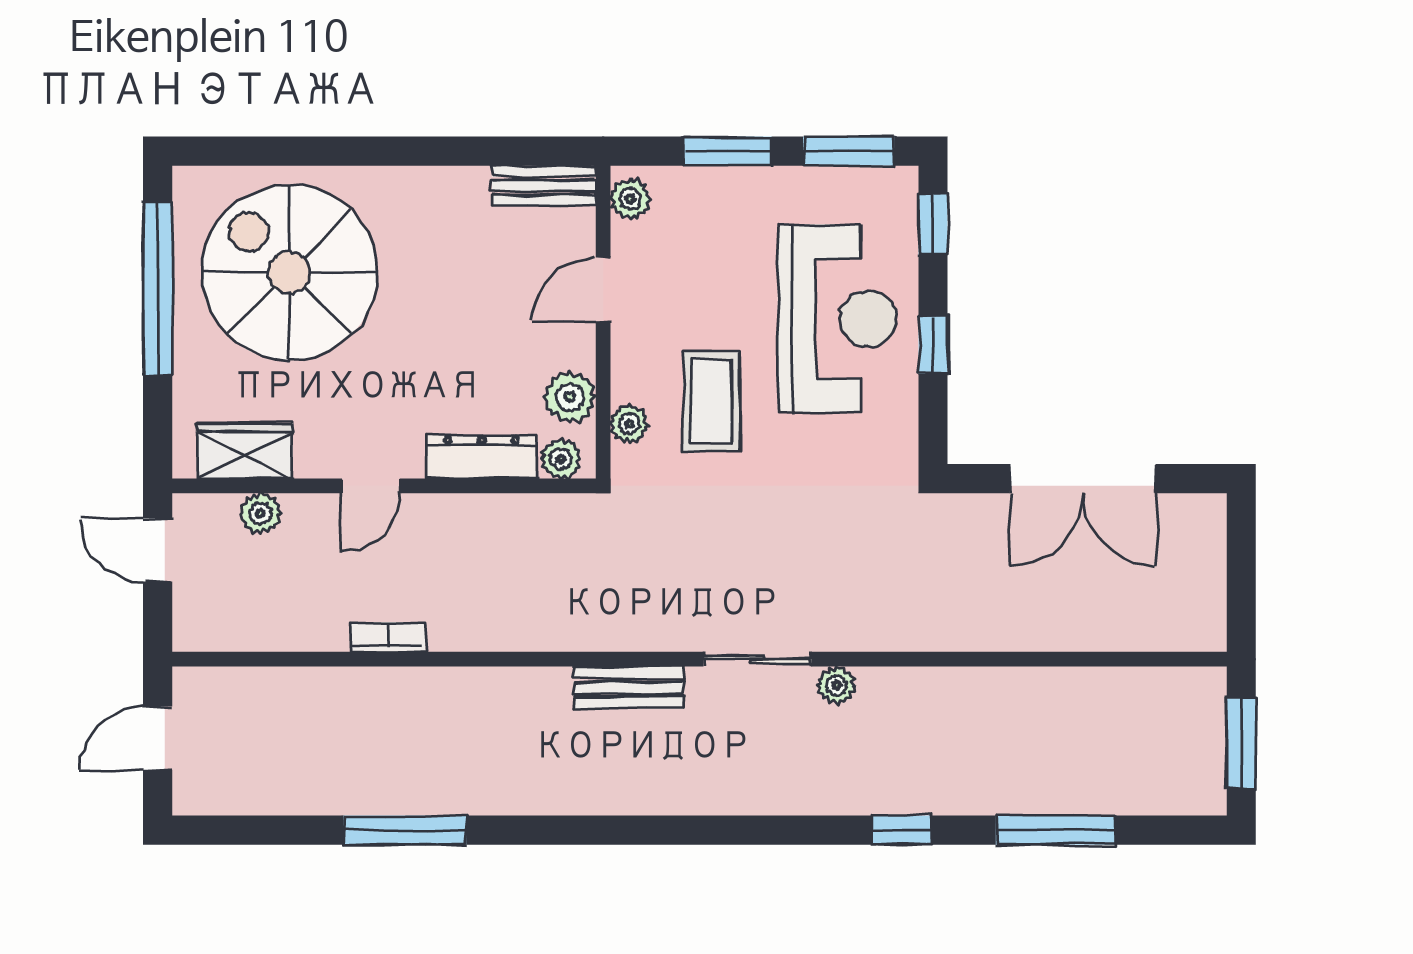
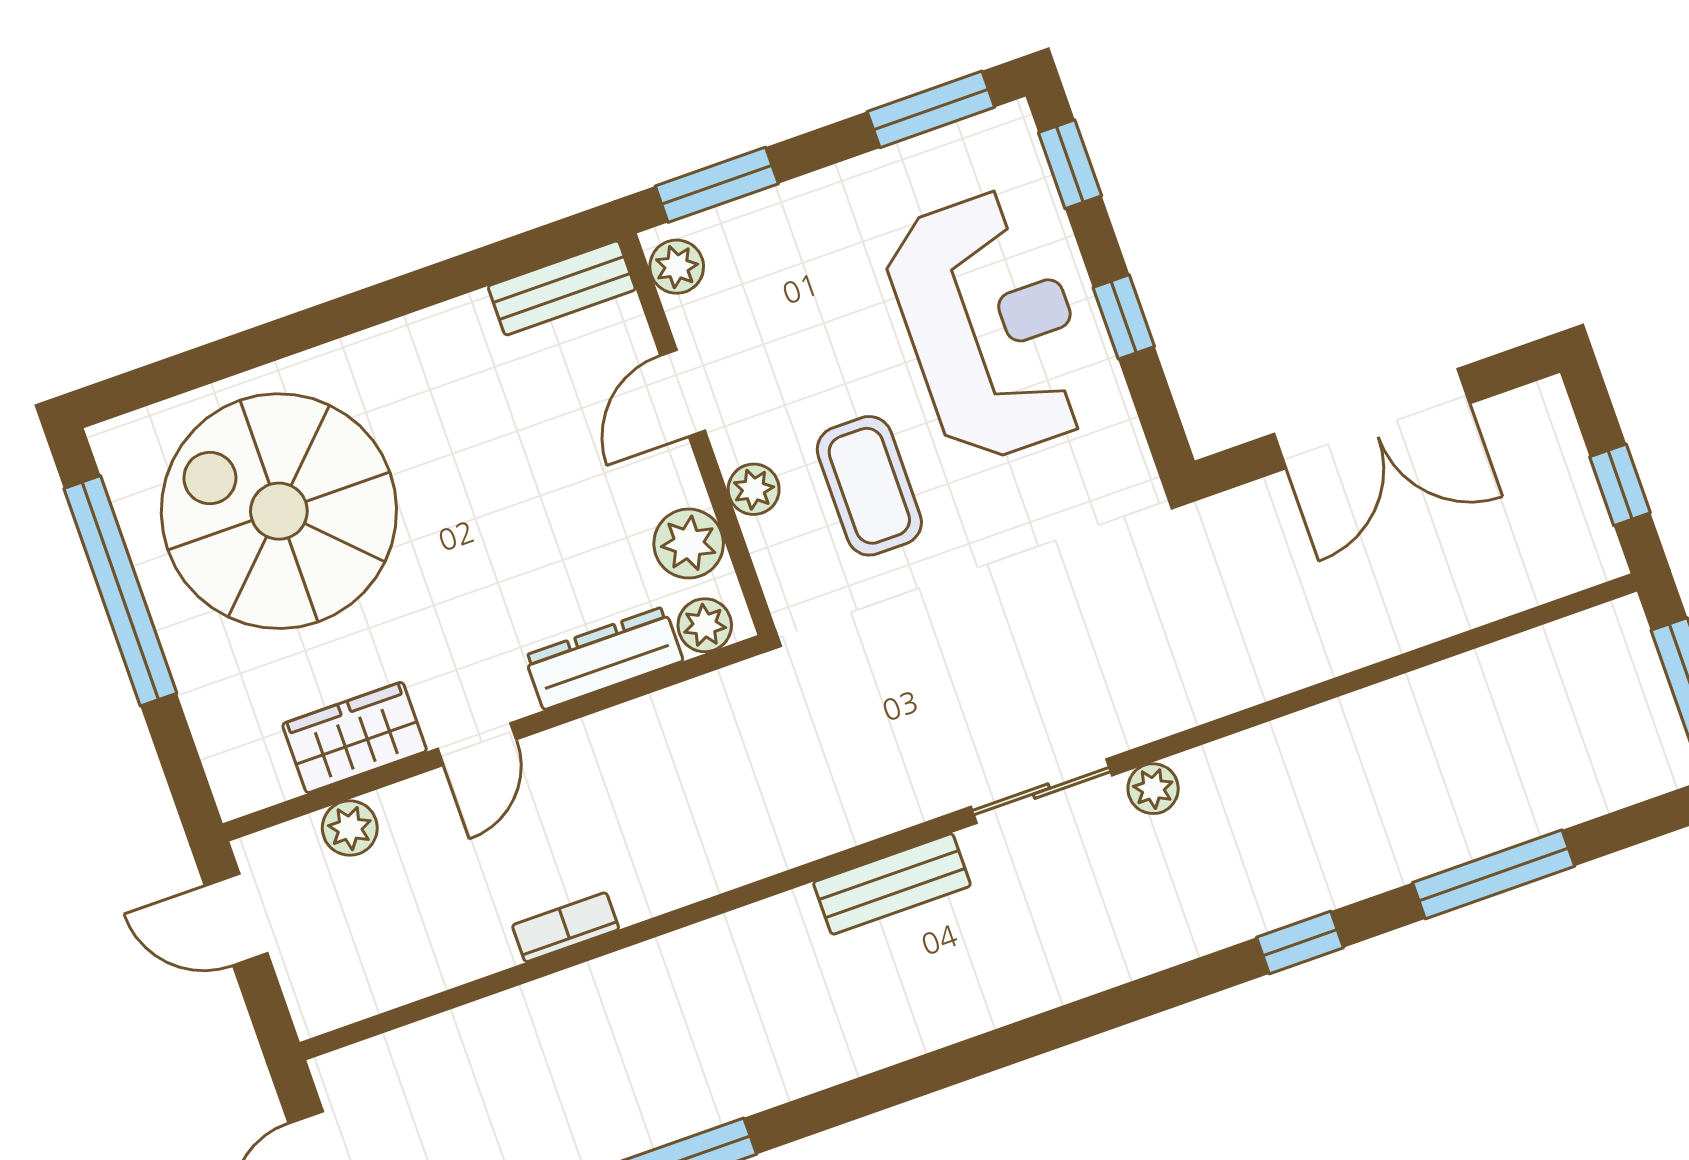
window: (728, 151) -> (717, 185), moved
plant: (629, 424) -> (754, 489), moved
wardrobe: (245, 451) -> (355, 738), moved
window: (1241, 587) -> (1620, 485), added

